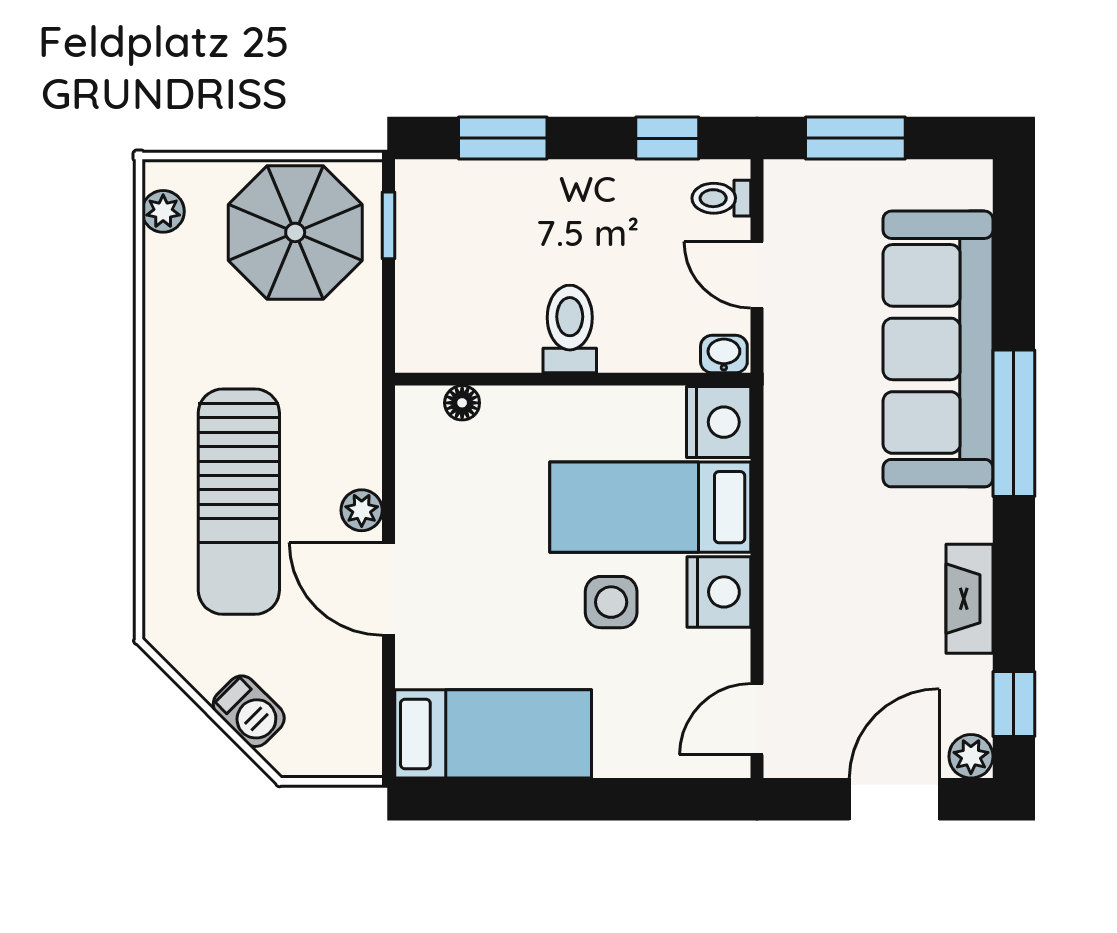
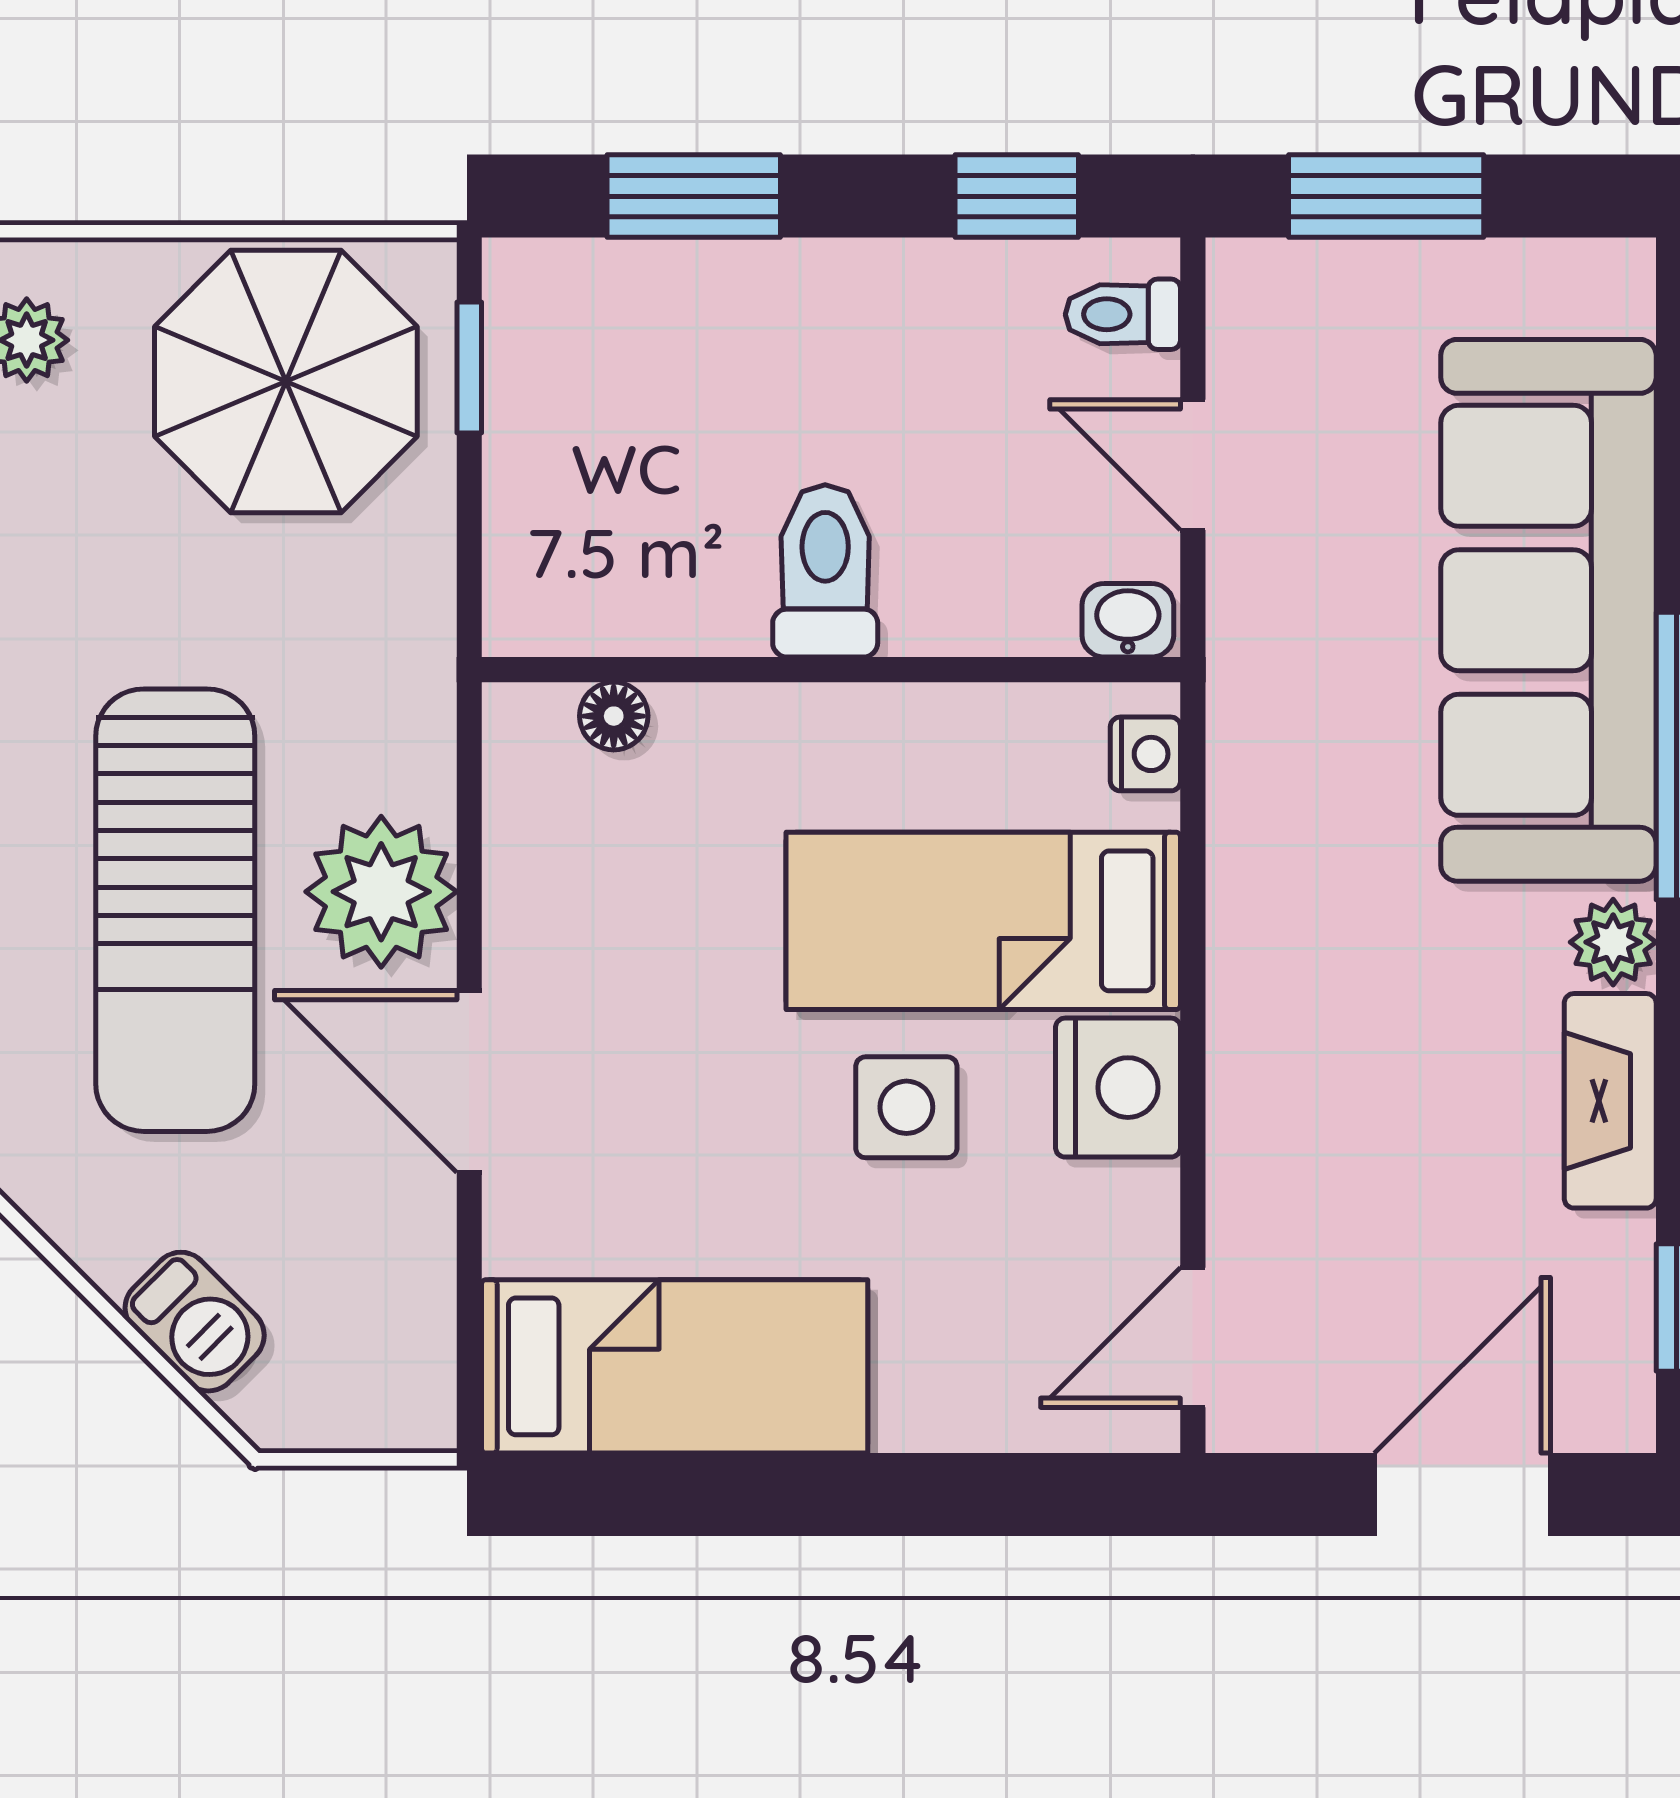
nightstand: (719, 422) -> (1145, 754), width x0.53, depth x0.56
plant: (362, 510) -> (381, 892), width x1.87, depth x1.87
plant: (971, 756) -> (1613, 942), moved

